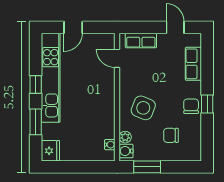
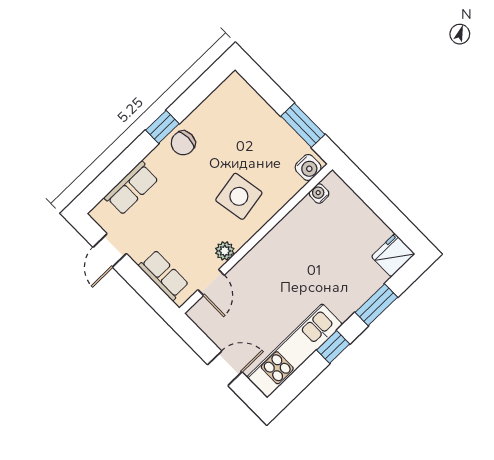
kitchen unit: (51, 78) -> (295, 351), width x0.73
side table: (143, 108) -> (239, 196), turned -32
chair: (171, 135) -> (239, 133), removed
plant: (125, 137) -> (225, 251), moved

